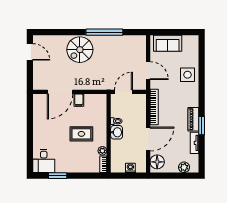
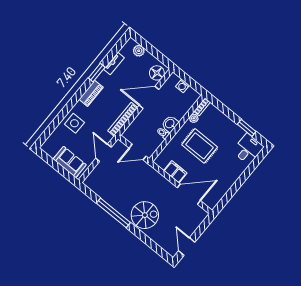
filing cabinet: (79, 100) -> (175, 172), width x2.00
piano: (193, 119) -> (91, 93), moved
rug: (81, 134) -> (200, 146), width x1.36, depth x1.43

